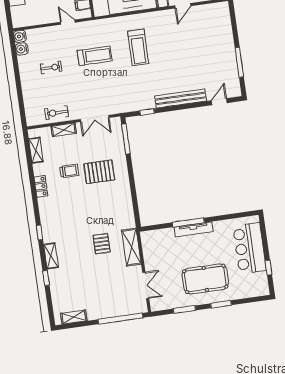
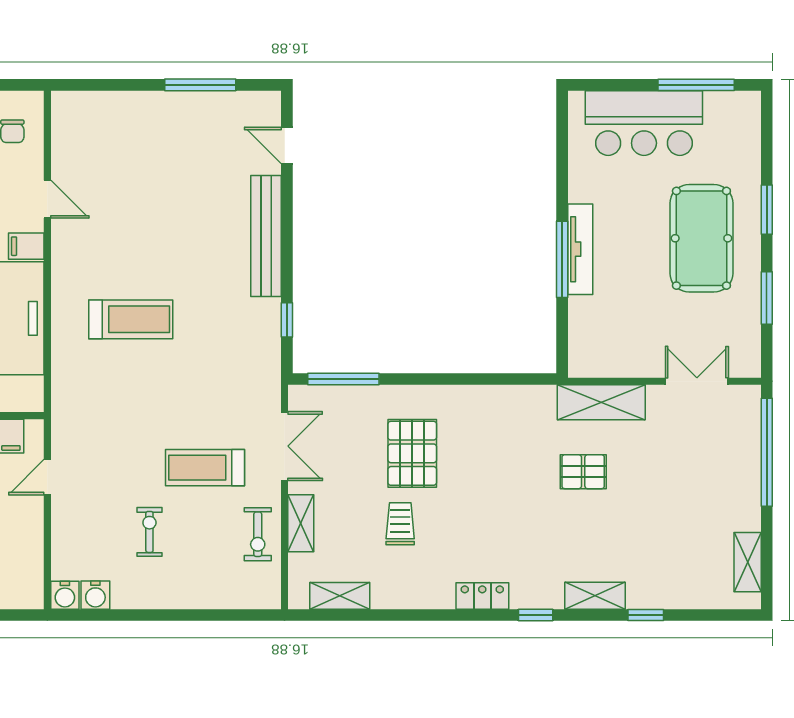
treadmill: (95, 56) -> (205, 468), moved, turned -90
locker: (41, 186) -> (482, 596), moved
window: (268, 268) -> (696, 85), width x2.17

